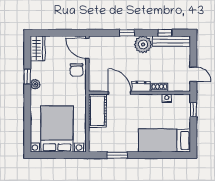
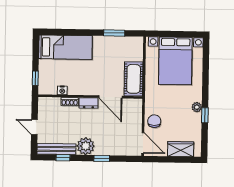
wardrobe: (38, 48) -> (181, 149), moved, turned 90
door: (193, 74) -> (34, 127), moved

